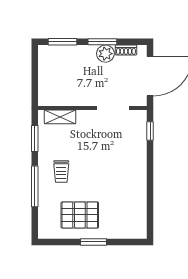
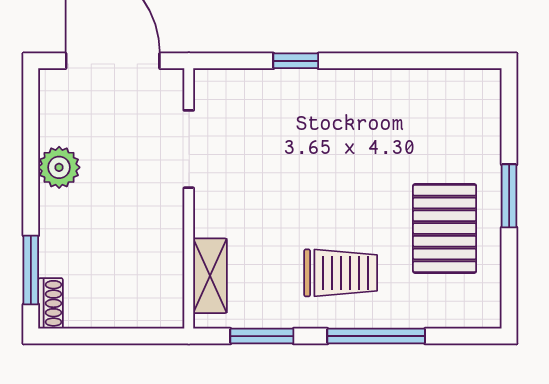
window: (102, 42) -> (31, 175), removed
shoe rack: (126, 50) -> (51, 303), moved
window: (150, 131) -> (296, 61), moved
trolley: (61, 172) -> (341, 273), width x1.36, depth x1.39

